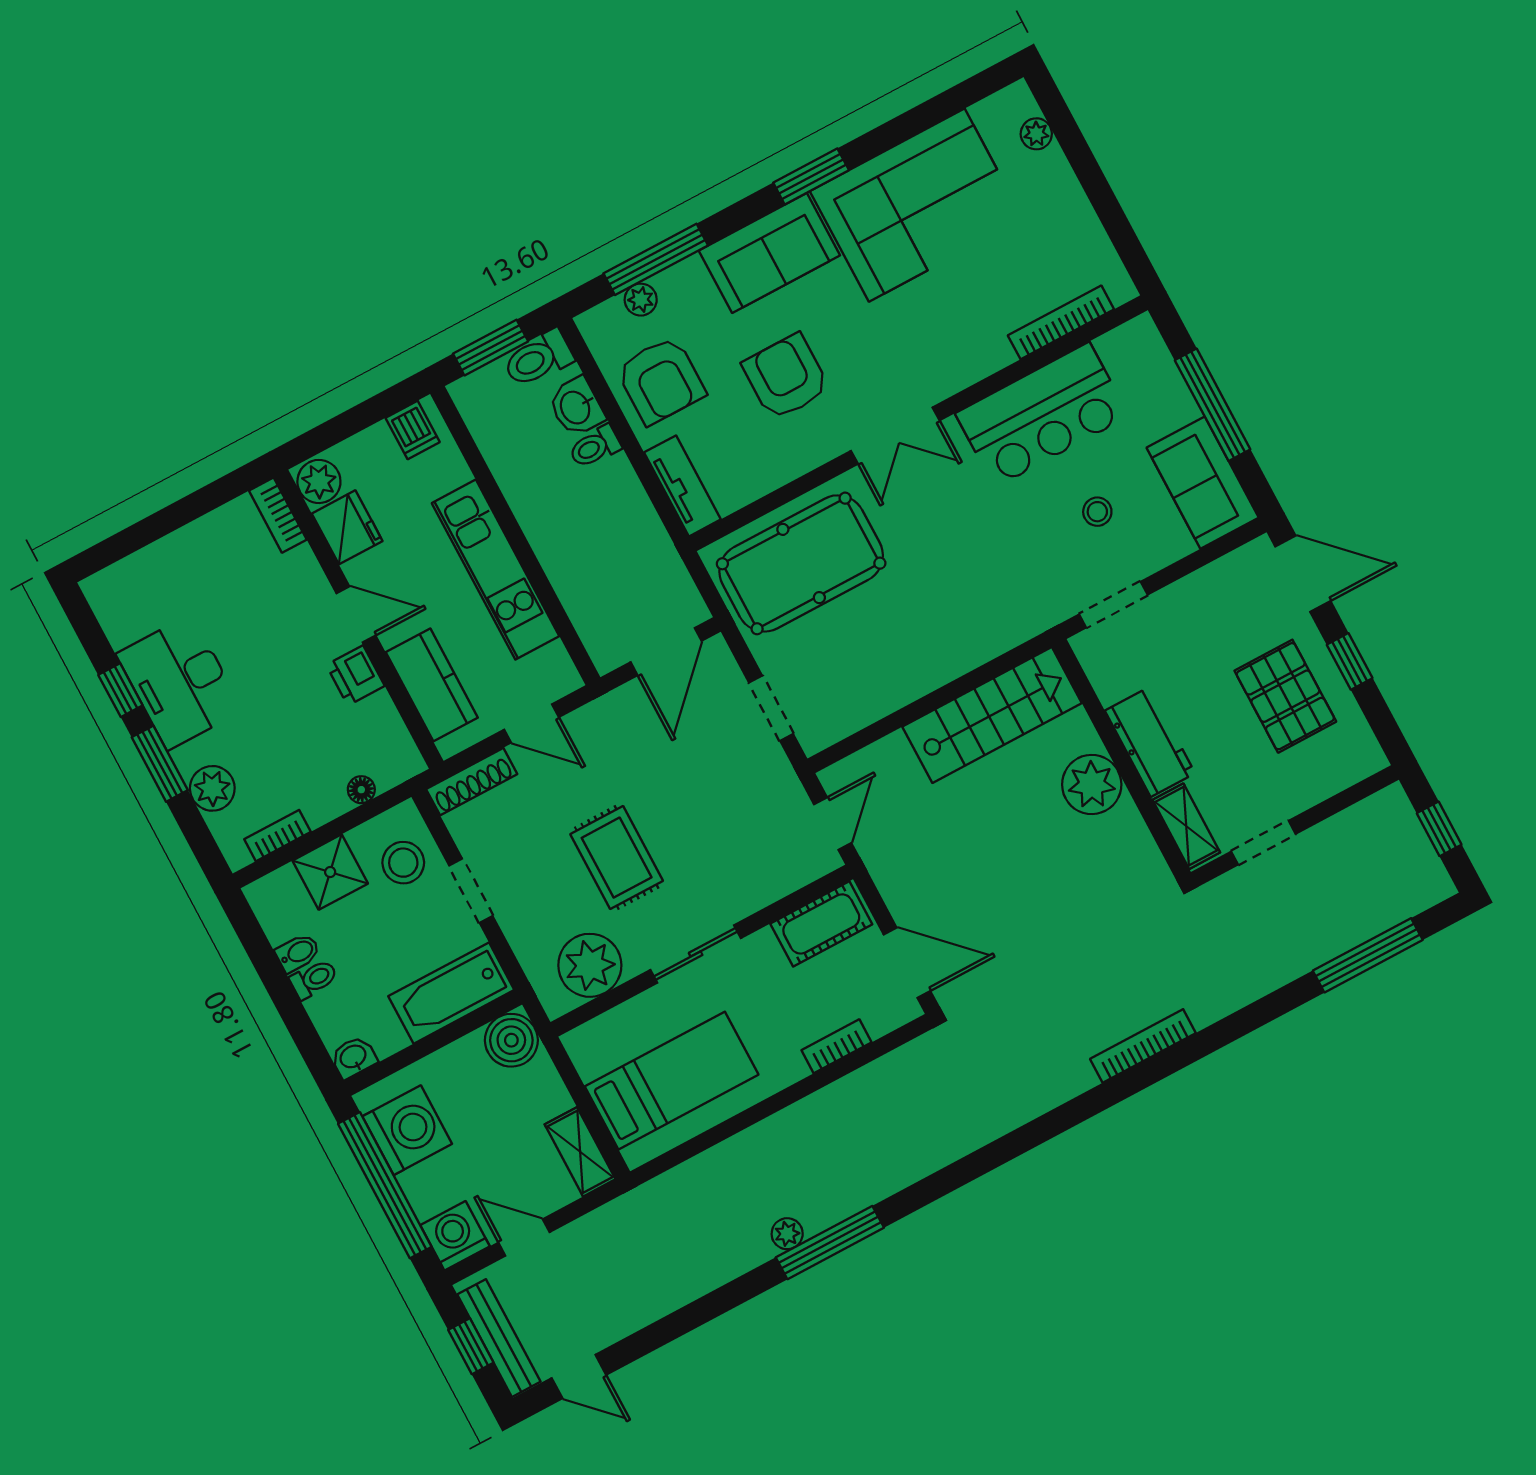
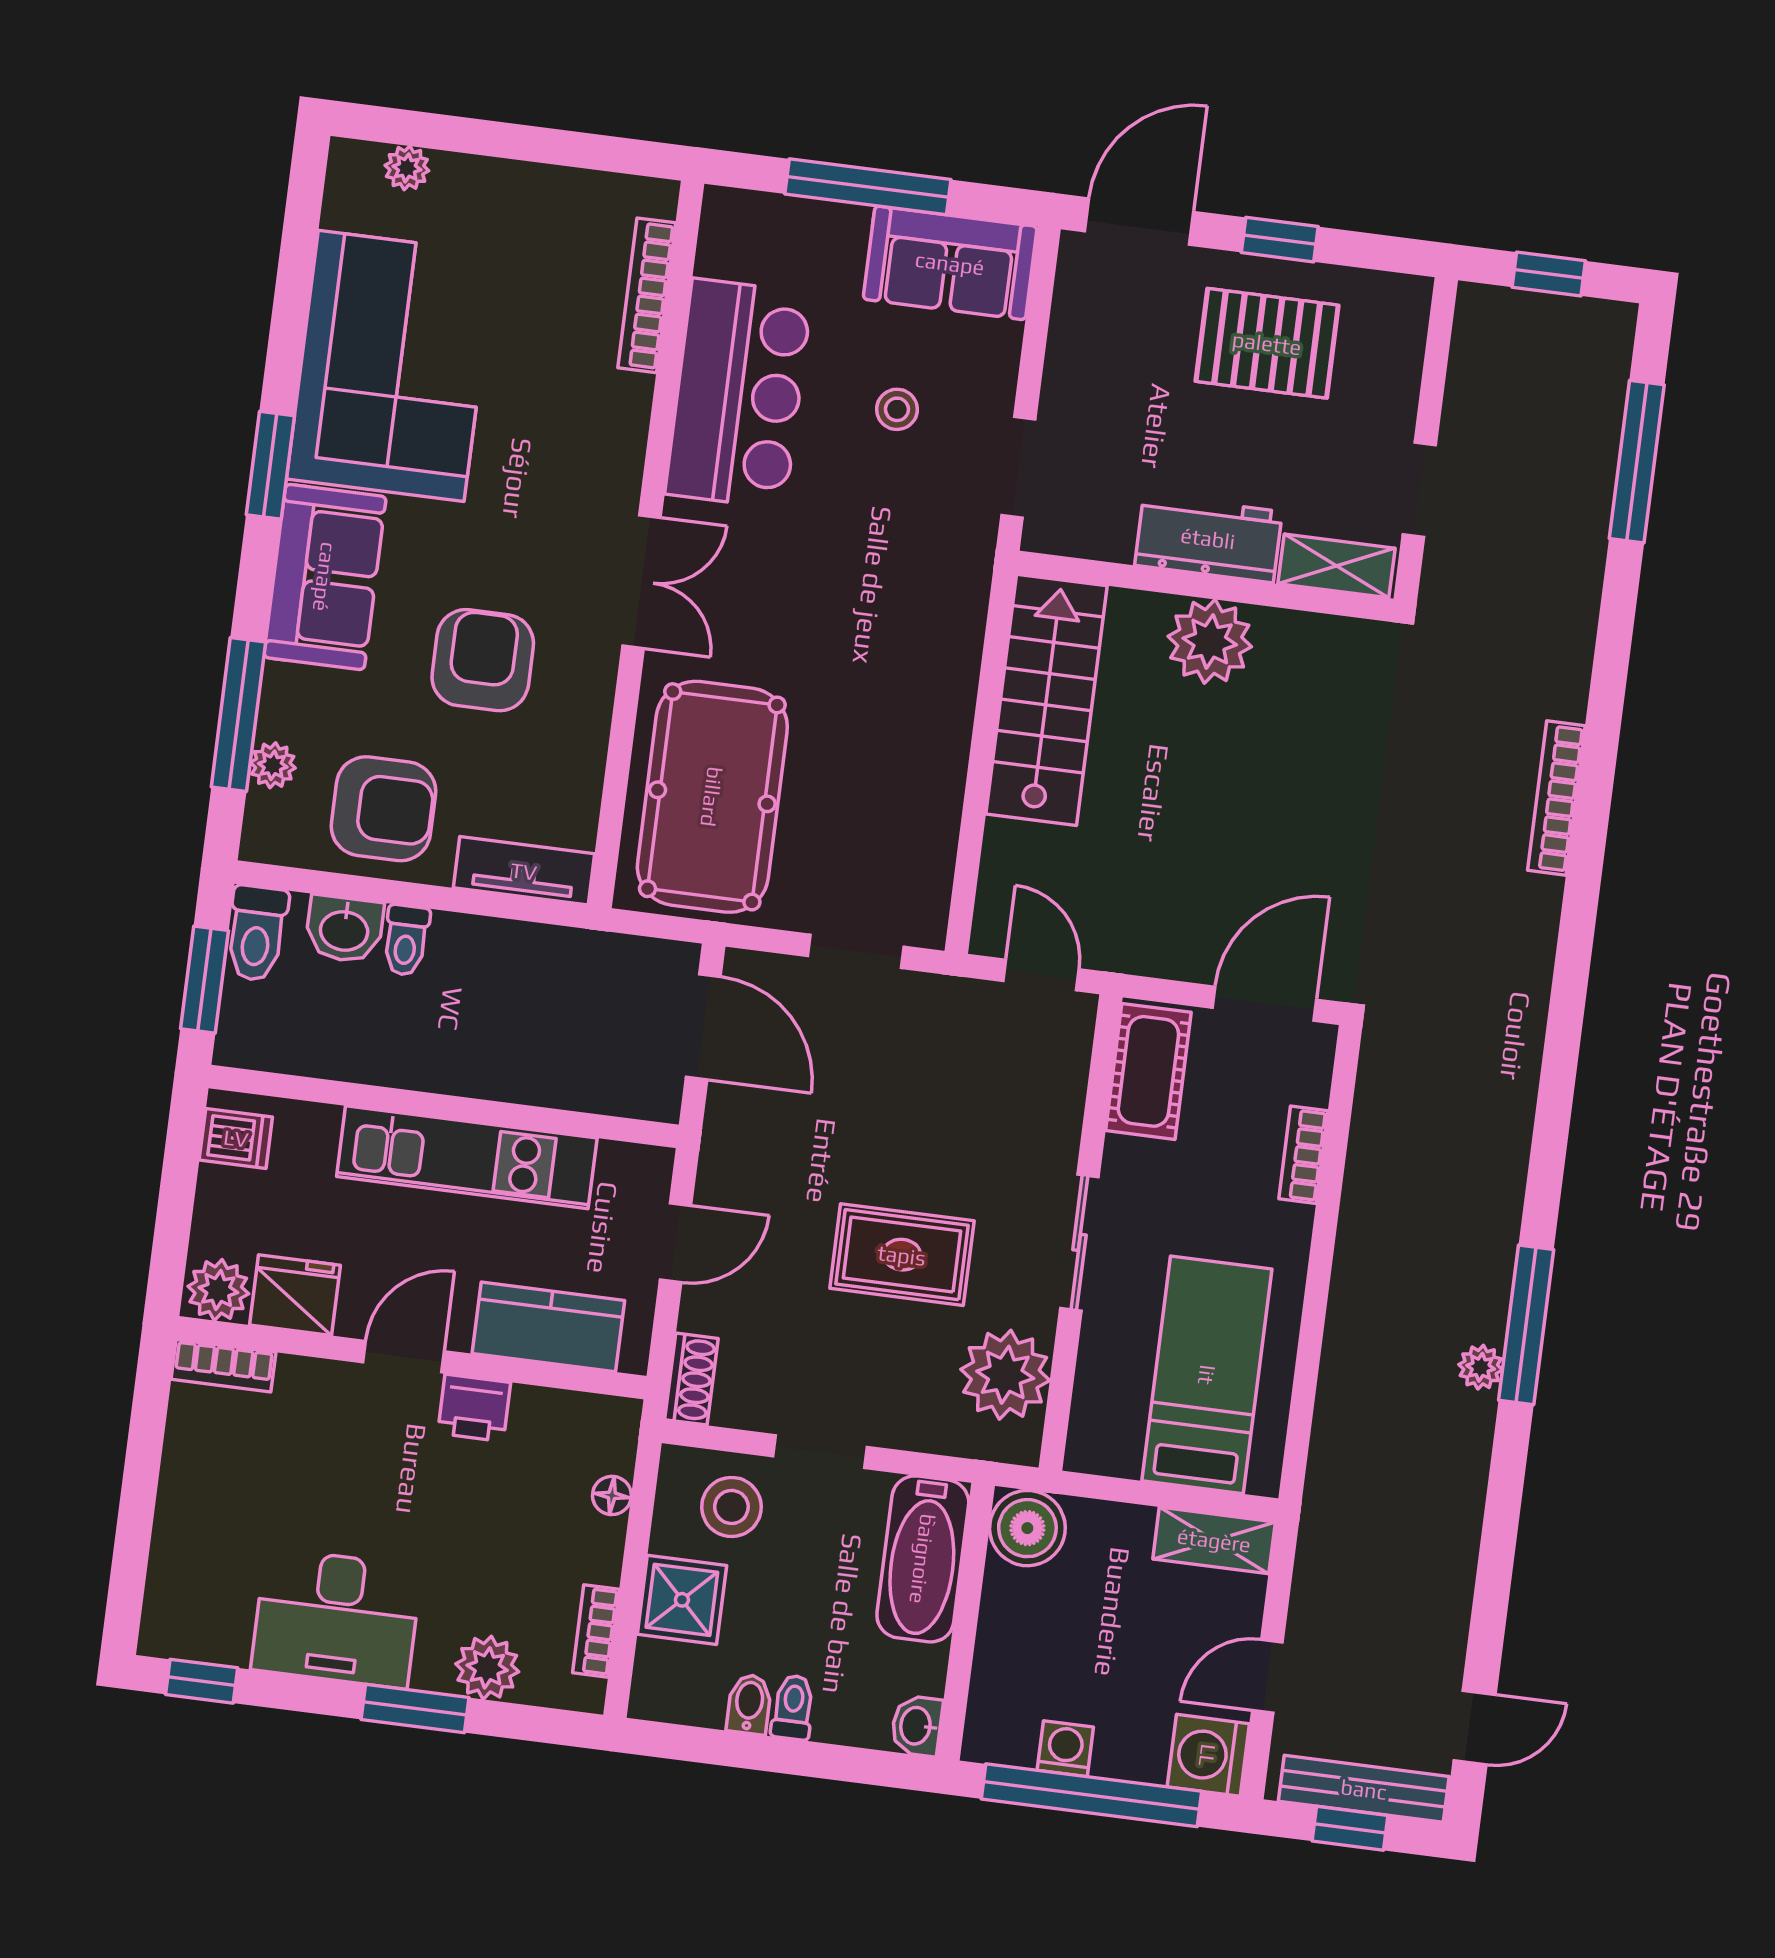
armchair: (786, 377) -> (483, 660), turned 90
window: (120, 690) -> (202, 1681), moved
shoe rack: (472, 782) -> (691, 1379), width x0.70
washing machine: (407, 1130) -> (1065, 1749), width x0.53, depth x0.53

